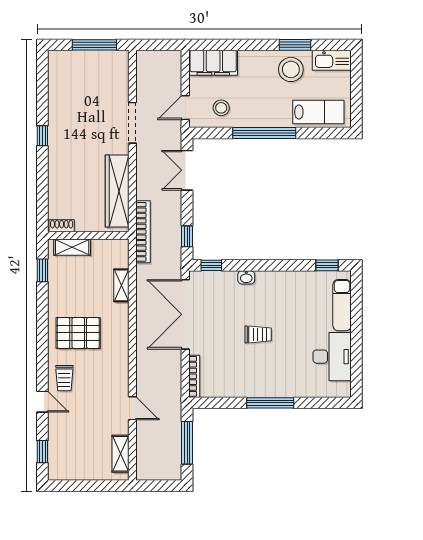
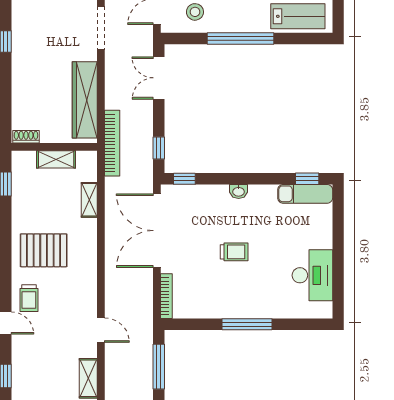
shelving: (72, 247) -> (56, 159), moved
washbasin: (246, 277) -> (239, 191), moved
exam couch: (342, 305) -> (305, 194), moved, turned -90

